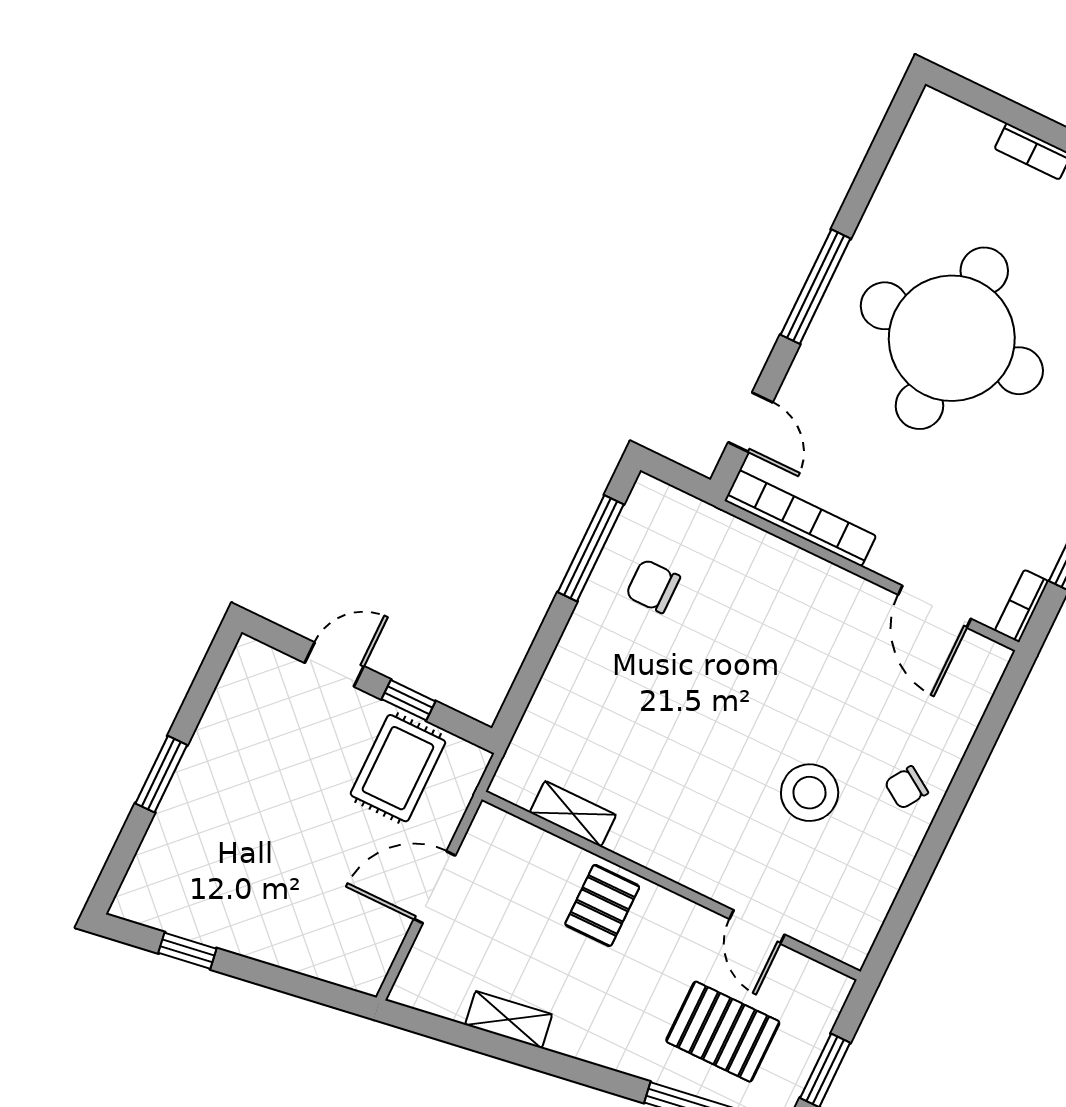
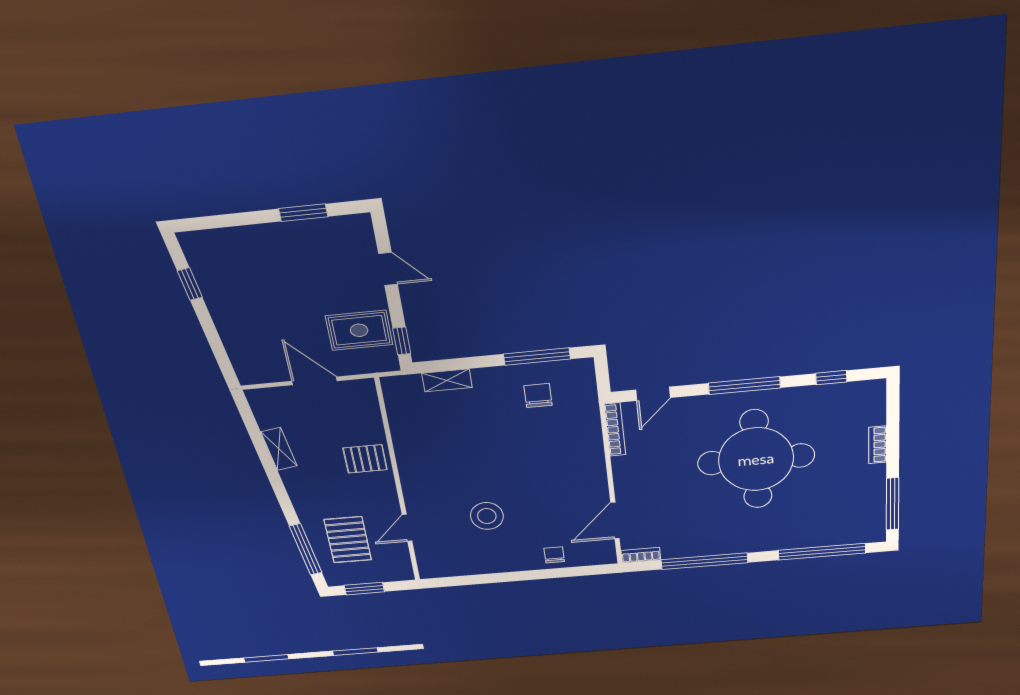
window: (877, 159) -> (831, 378), added
bookcase: (800, 518) -> (615, 430), width x0.68, depth x0.76
window: (408, 700) -> (402, 341), moved
window: (161, 774) -> (303, 213), moved
chair: (906, 788) -> (554, 555), moved, turned 57
shelving: (573, 814) -> (447, 380), moved, turned 90

